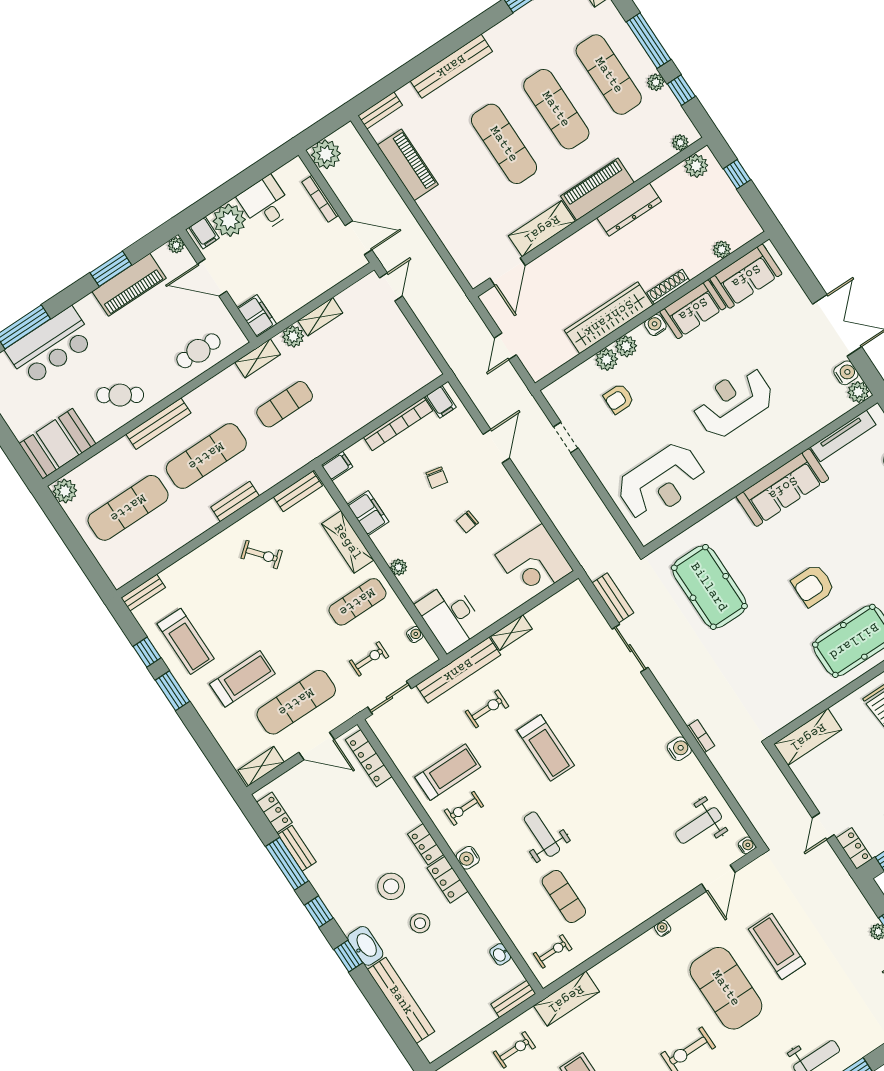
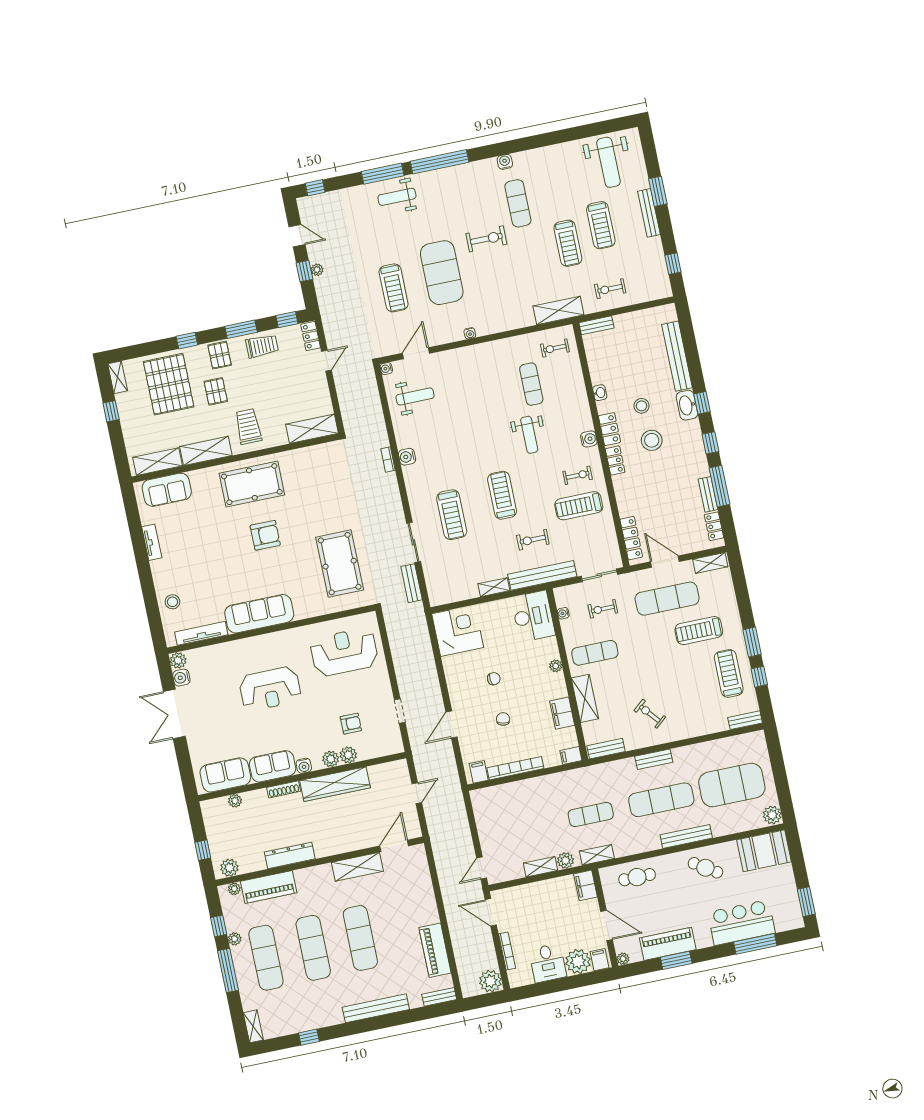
piano: (597, 189) -> (269, 887), moved
exercise mat: (128, 508) -> (732, 785), width x1.47
treadmill: (597, 700) -> (452, 515), added
washbasin: (500, 954) -> (600, 393), moved

